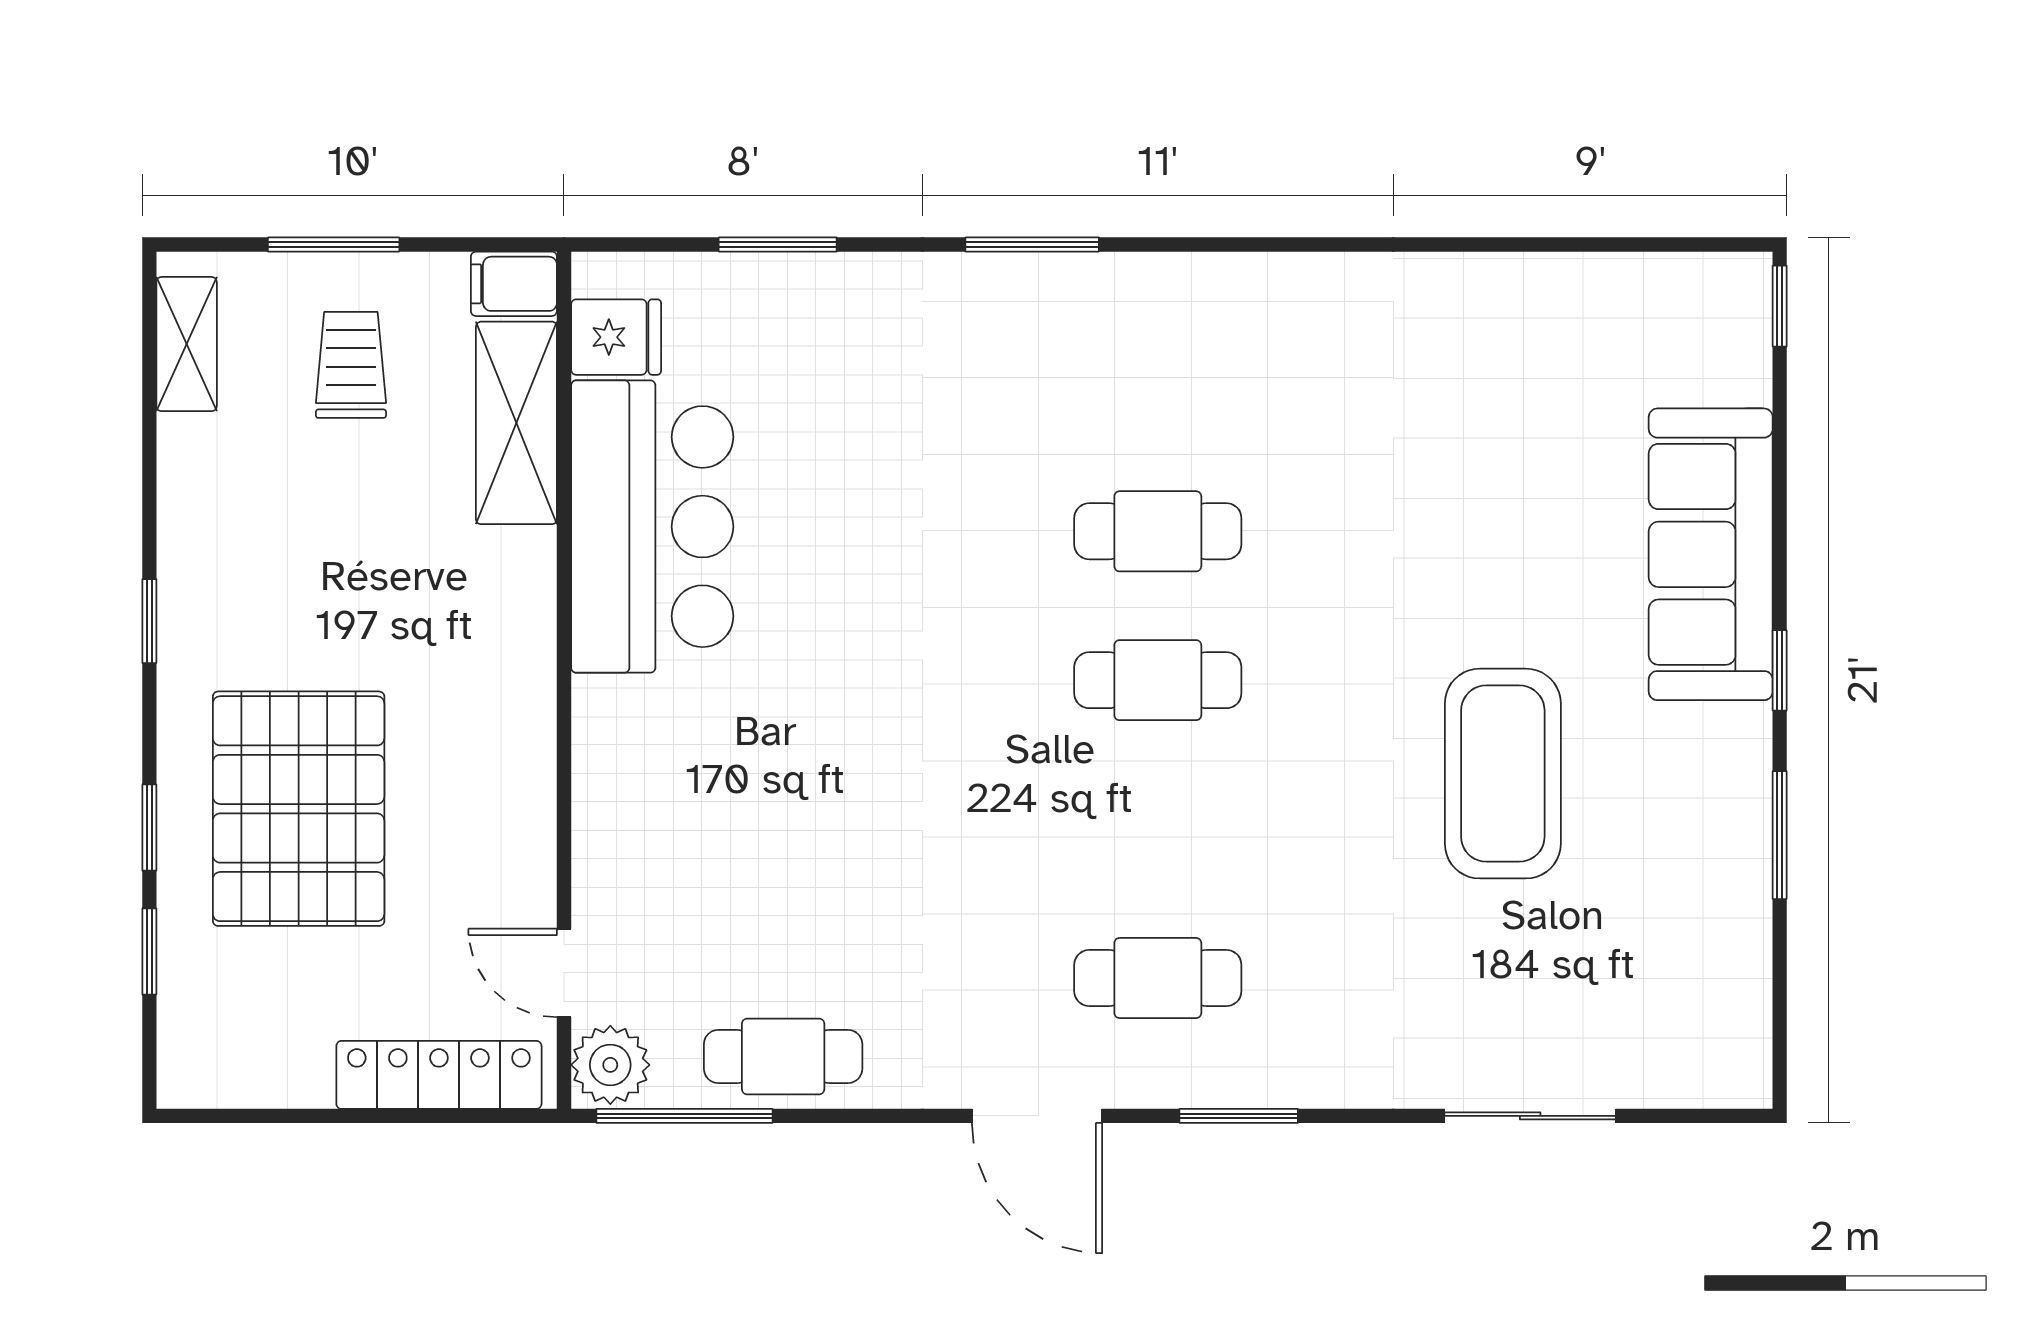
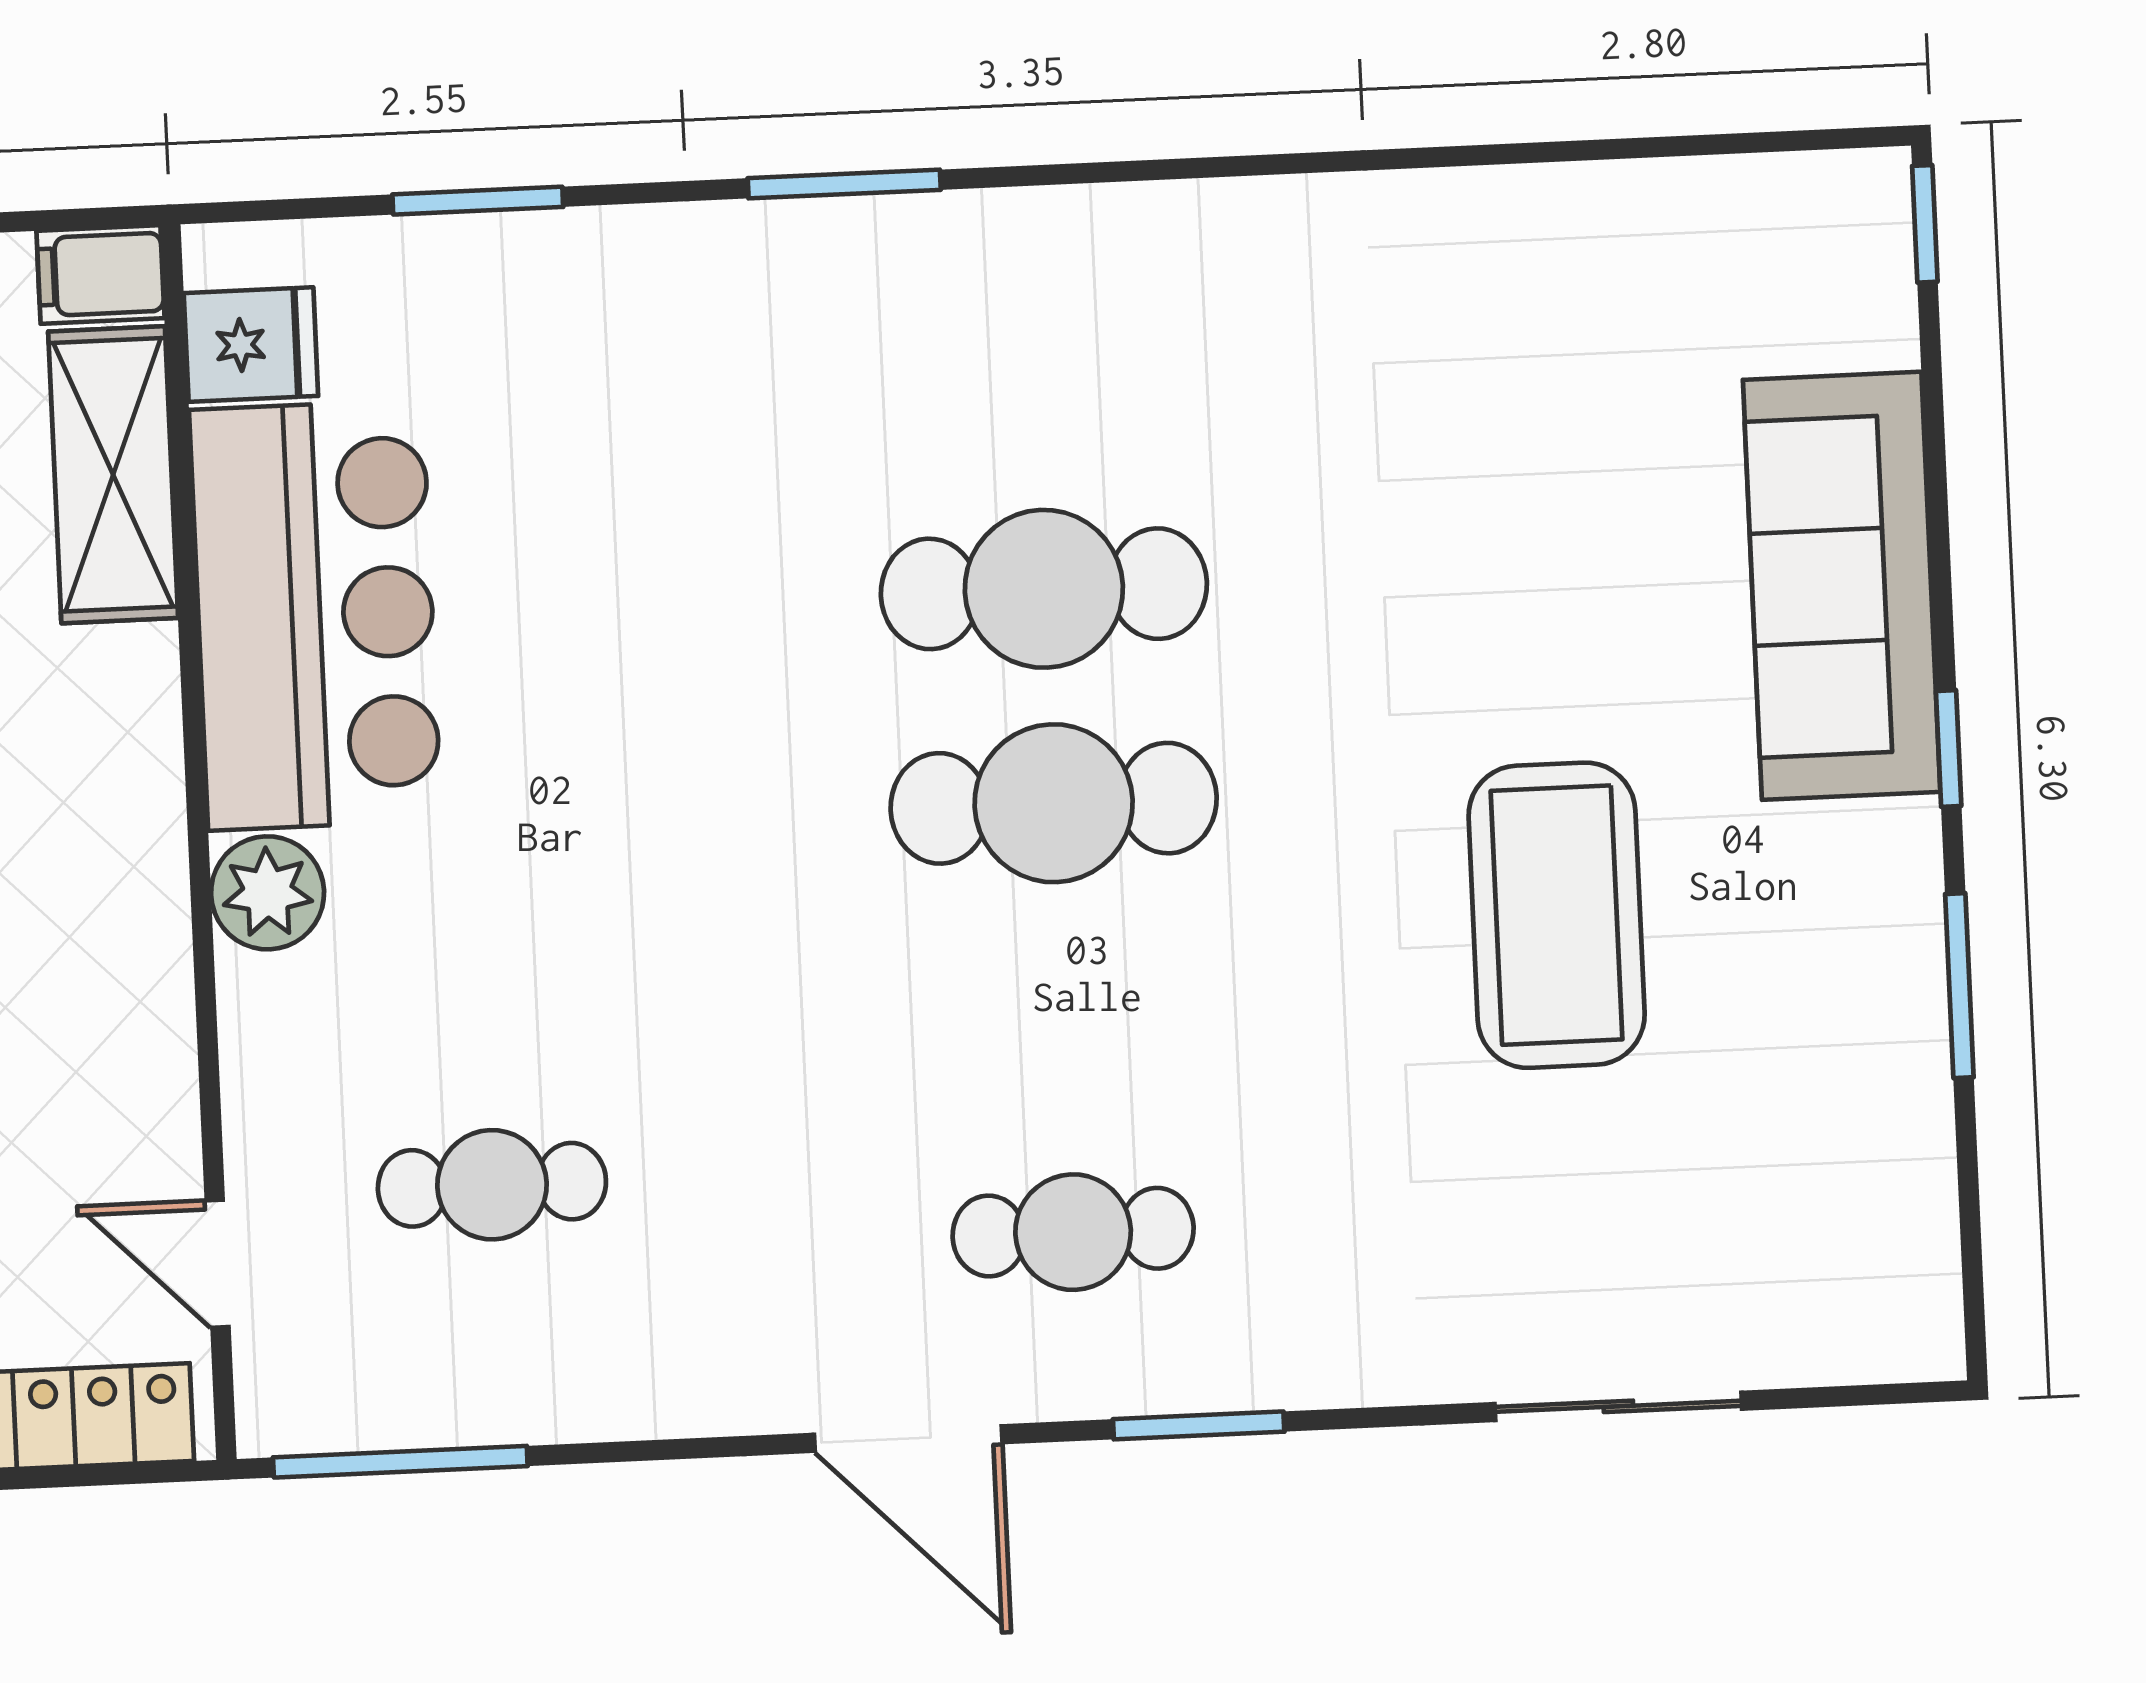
cafe table: (1158, 531) -> (1044, 589), width x1.37, depth x1.35
cafe table: (1158, 680) -> (1054, 803), width x1.37, depth x1.35
cafe table: (783, 1056) -> (492, 1185), moved
plant: (610, 1065) -> (268, 893), moved

